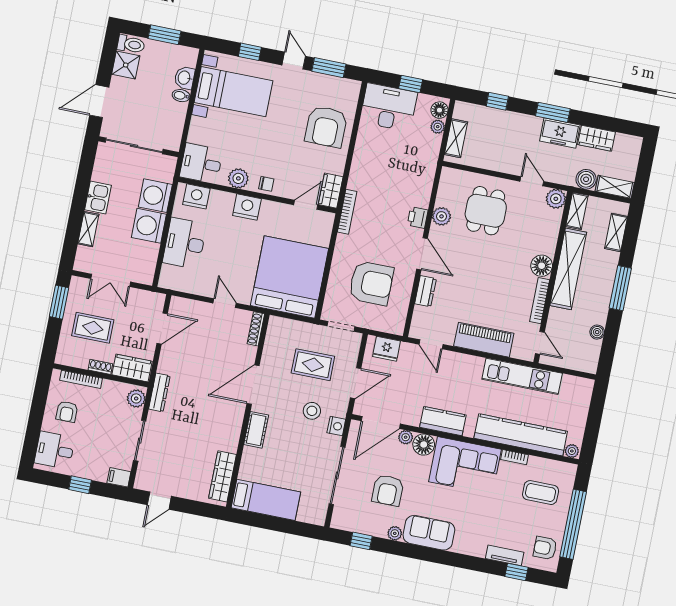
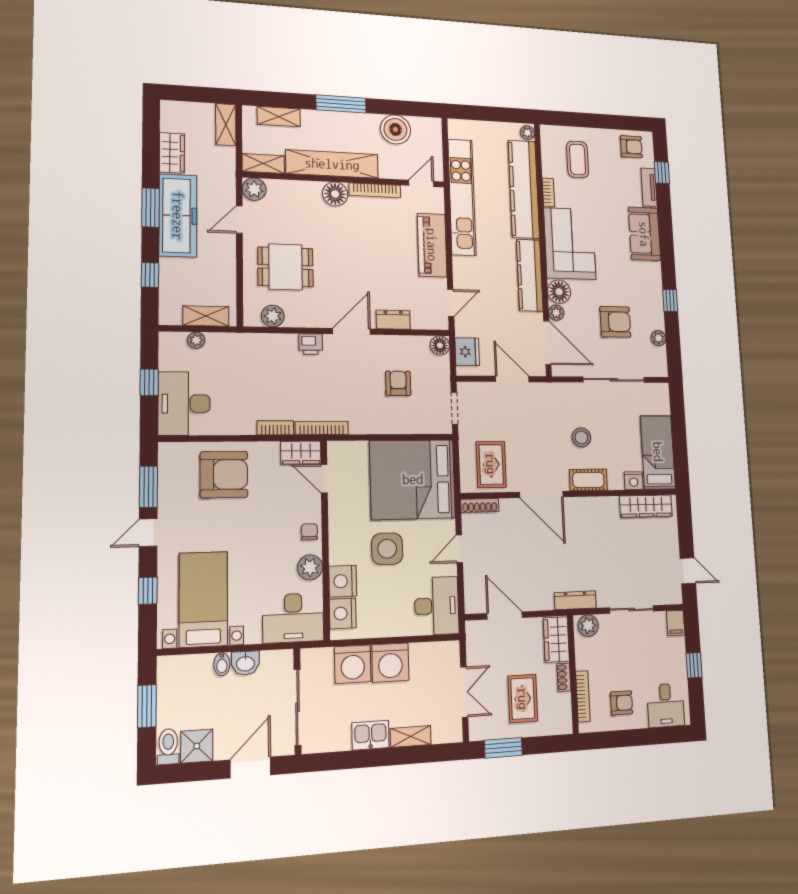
washbasin: (184, 78) -> (245, 663), moved
door: (99, 101) -> (250, 767), swing flipped
floor lamp: (439, 110) -> (440, 345), moved
freezer: (560, 133) -> (178, 216), width x1.91, depth x1.26
desk: (201, 163) -> (293, 618), width x1.37
bookcase: (355, 175) -> (275, 428), added
boiler: (586, 179) -> (224, 158), removed
nightstand: (247, 207) -> (343, 581), moved
plant: (442, 216) -> (273, 316), moved
desk: (185, 243) -> (437, 606), moved, turned -90
side table: (239, 243) -> (387, 549), added
armchair: (371, 283) -> (398, 383), width x0.53, depth x0.53
boiler: (597, 332) -> (395, 129), width x1.86, depth x1.86
rug: (313, 365) -> (491, 464), moved
kitchen unit: (522, 376) -> (462, 197), width x1.36
stool: (312, 411) -> (581, 437), moved
kitchen counter: (443, 421) -> (530, 275), width x1.50
nightstand: (336, 426) -> (634, 481), moved, turned 180
window: (573, 524) -> (601, 121), removed
plant: (395, 533) -> (658, 338), moved
sofa: (429, 533) -> (644, 234), moved
window: (361, 541) -> (670, 300), moved
armchair: (545, 548) -> (631, 147), turned -90

